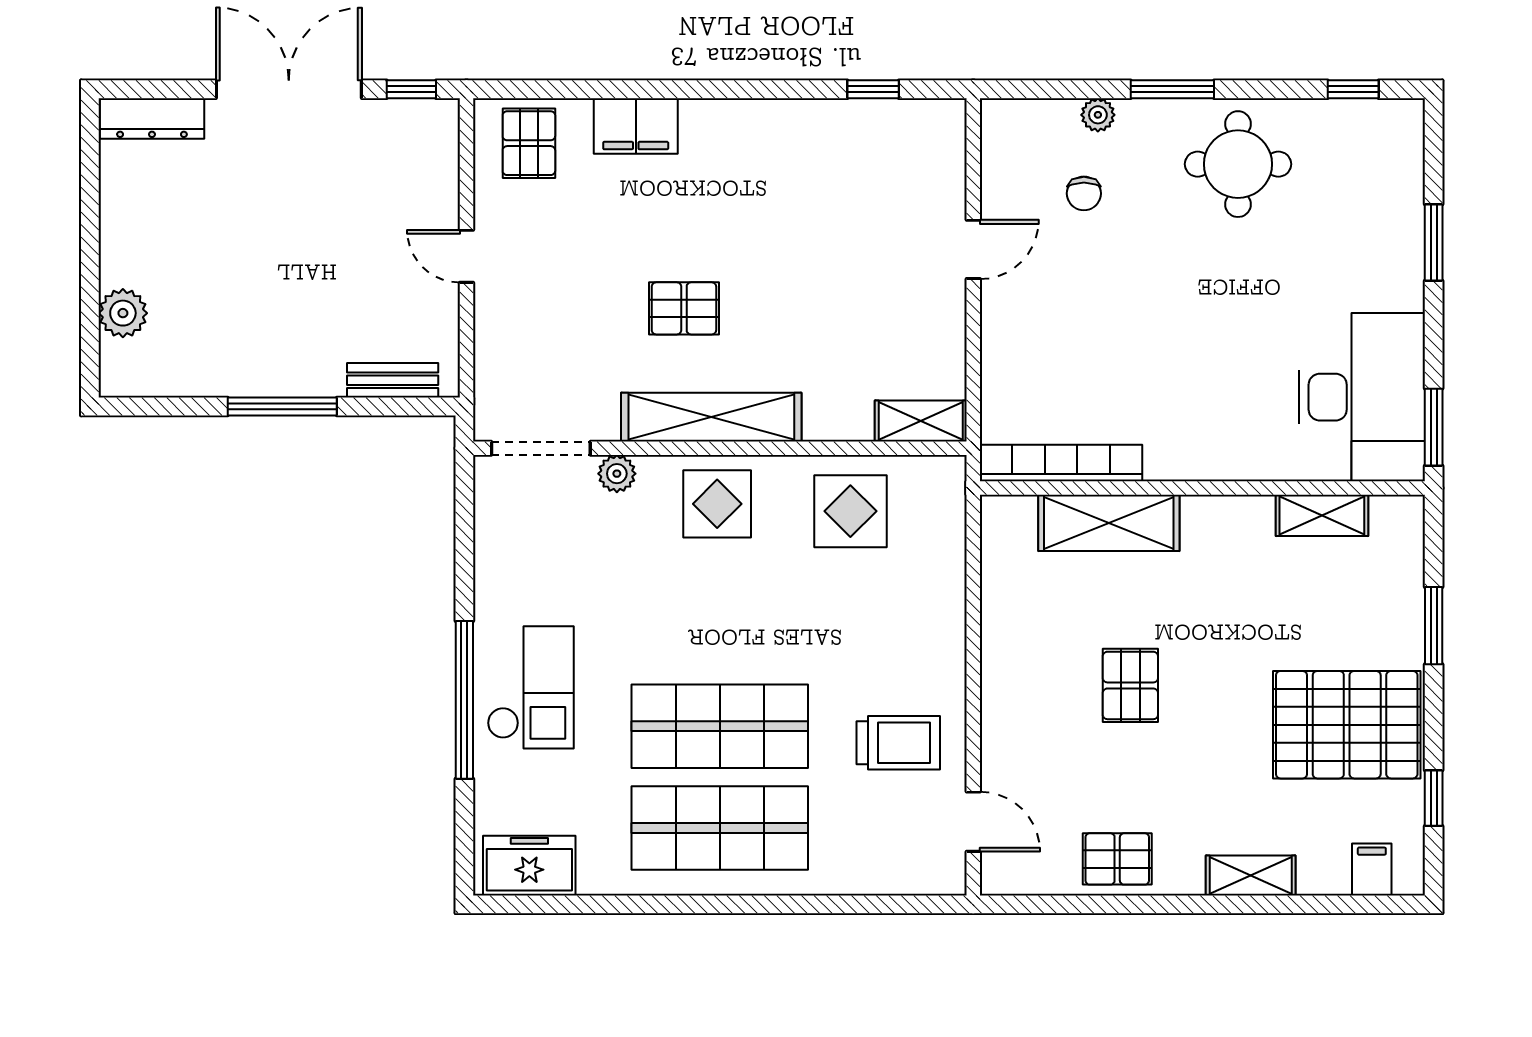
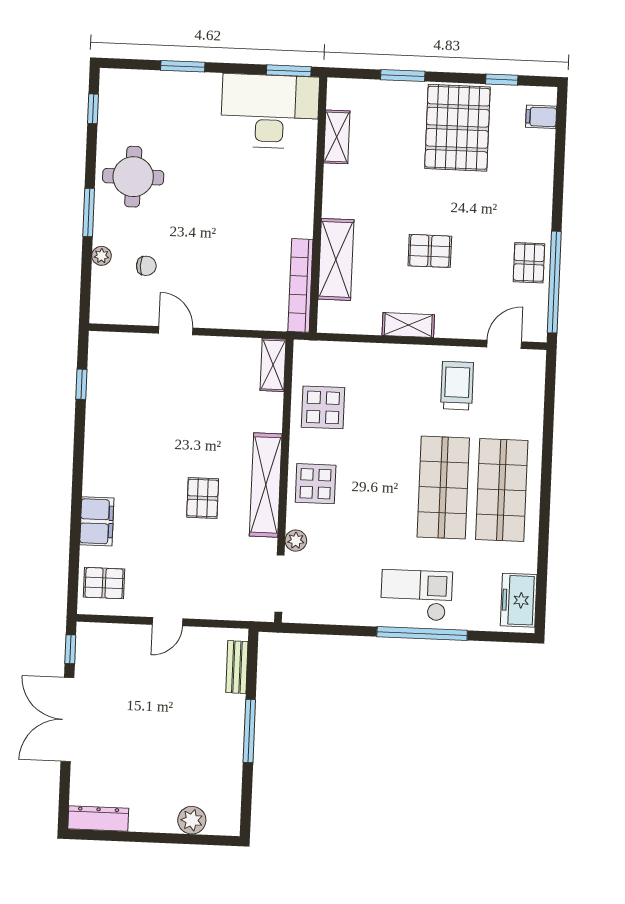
dresser: (152, 118) -> (98, 818), moved, turned -90
shelving: (1251, 875) -> (408, 325), moved, turned 90
window: (1085, 904) -> (554, 282), added

